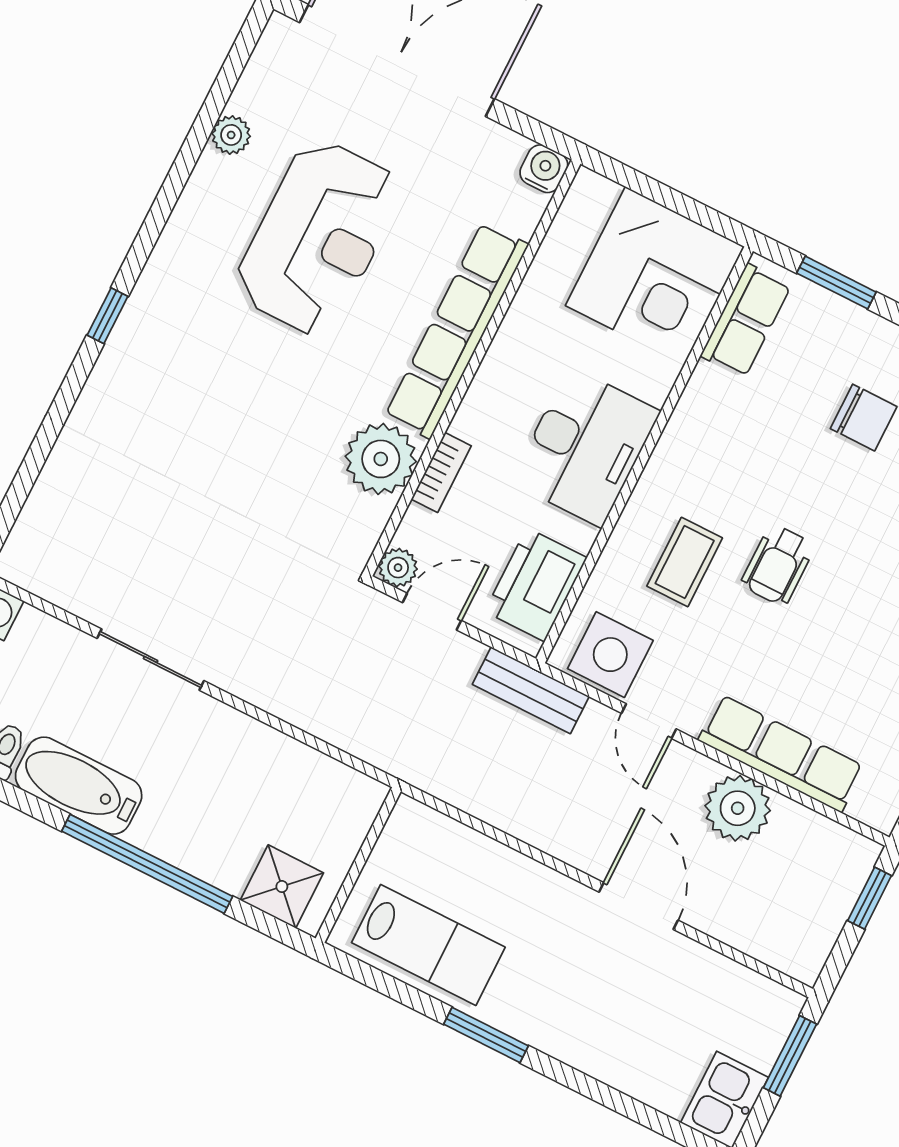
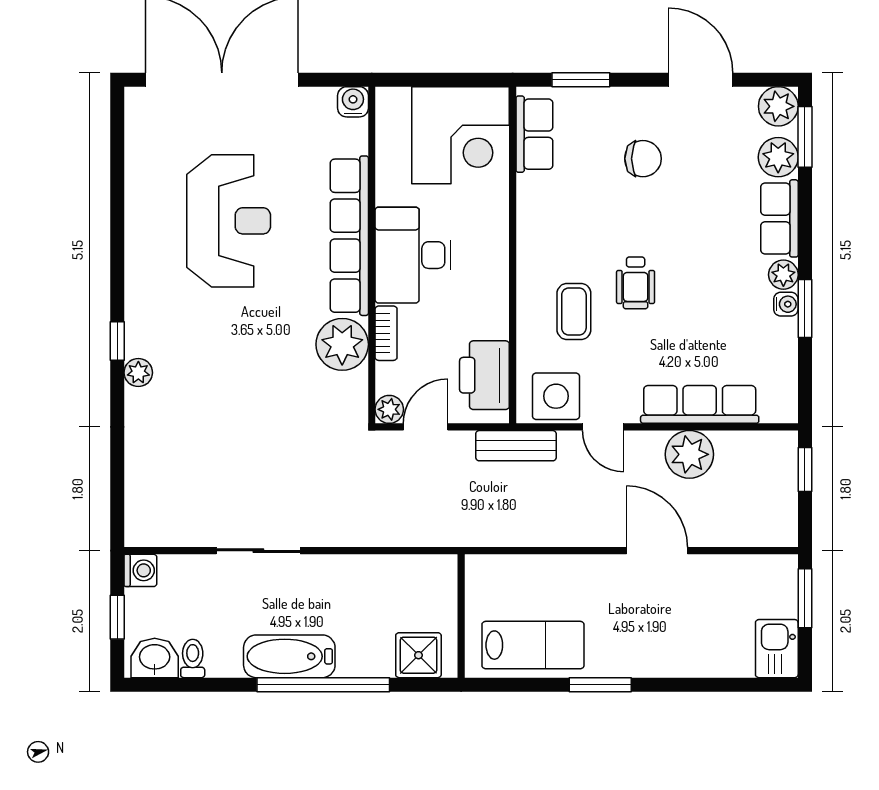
plant: (231, 135) -> (138, 373), moved
desk: (585, 447) -> (413, 255), moved, turned 180
bathtub: (79, 786) -> (289, 656), moved

